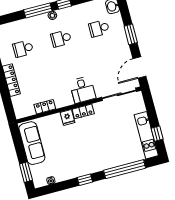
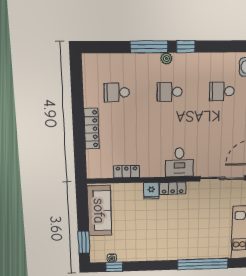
window: (85, 180) -> (114, 267), moved

